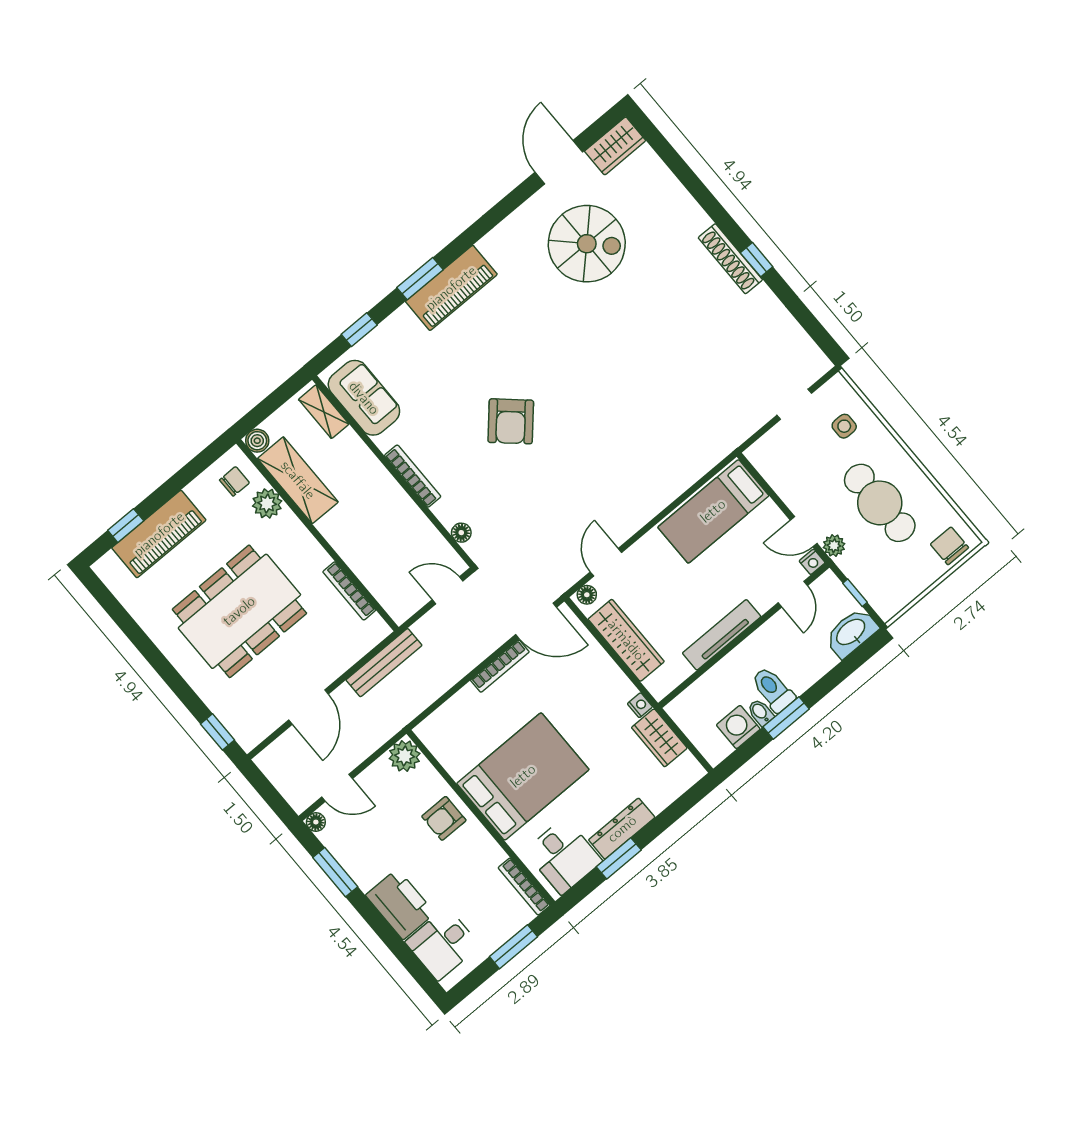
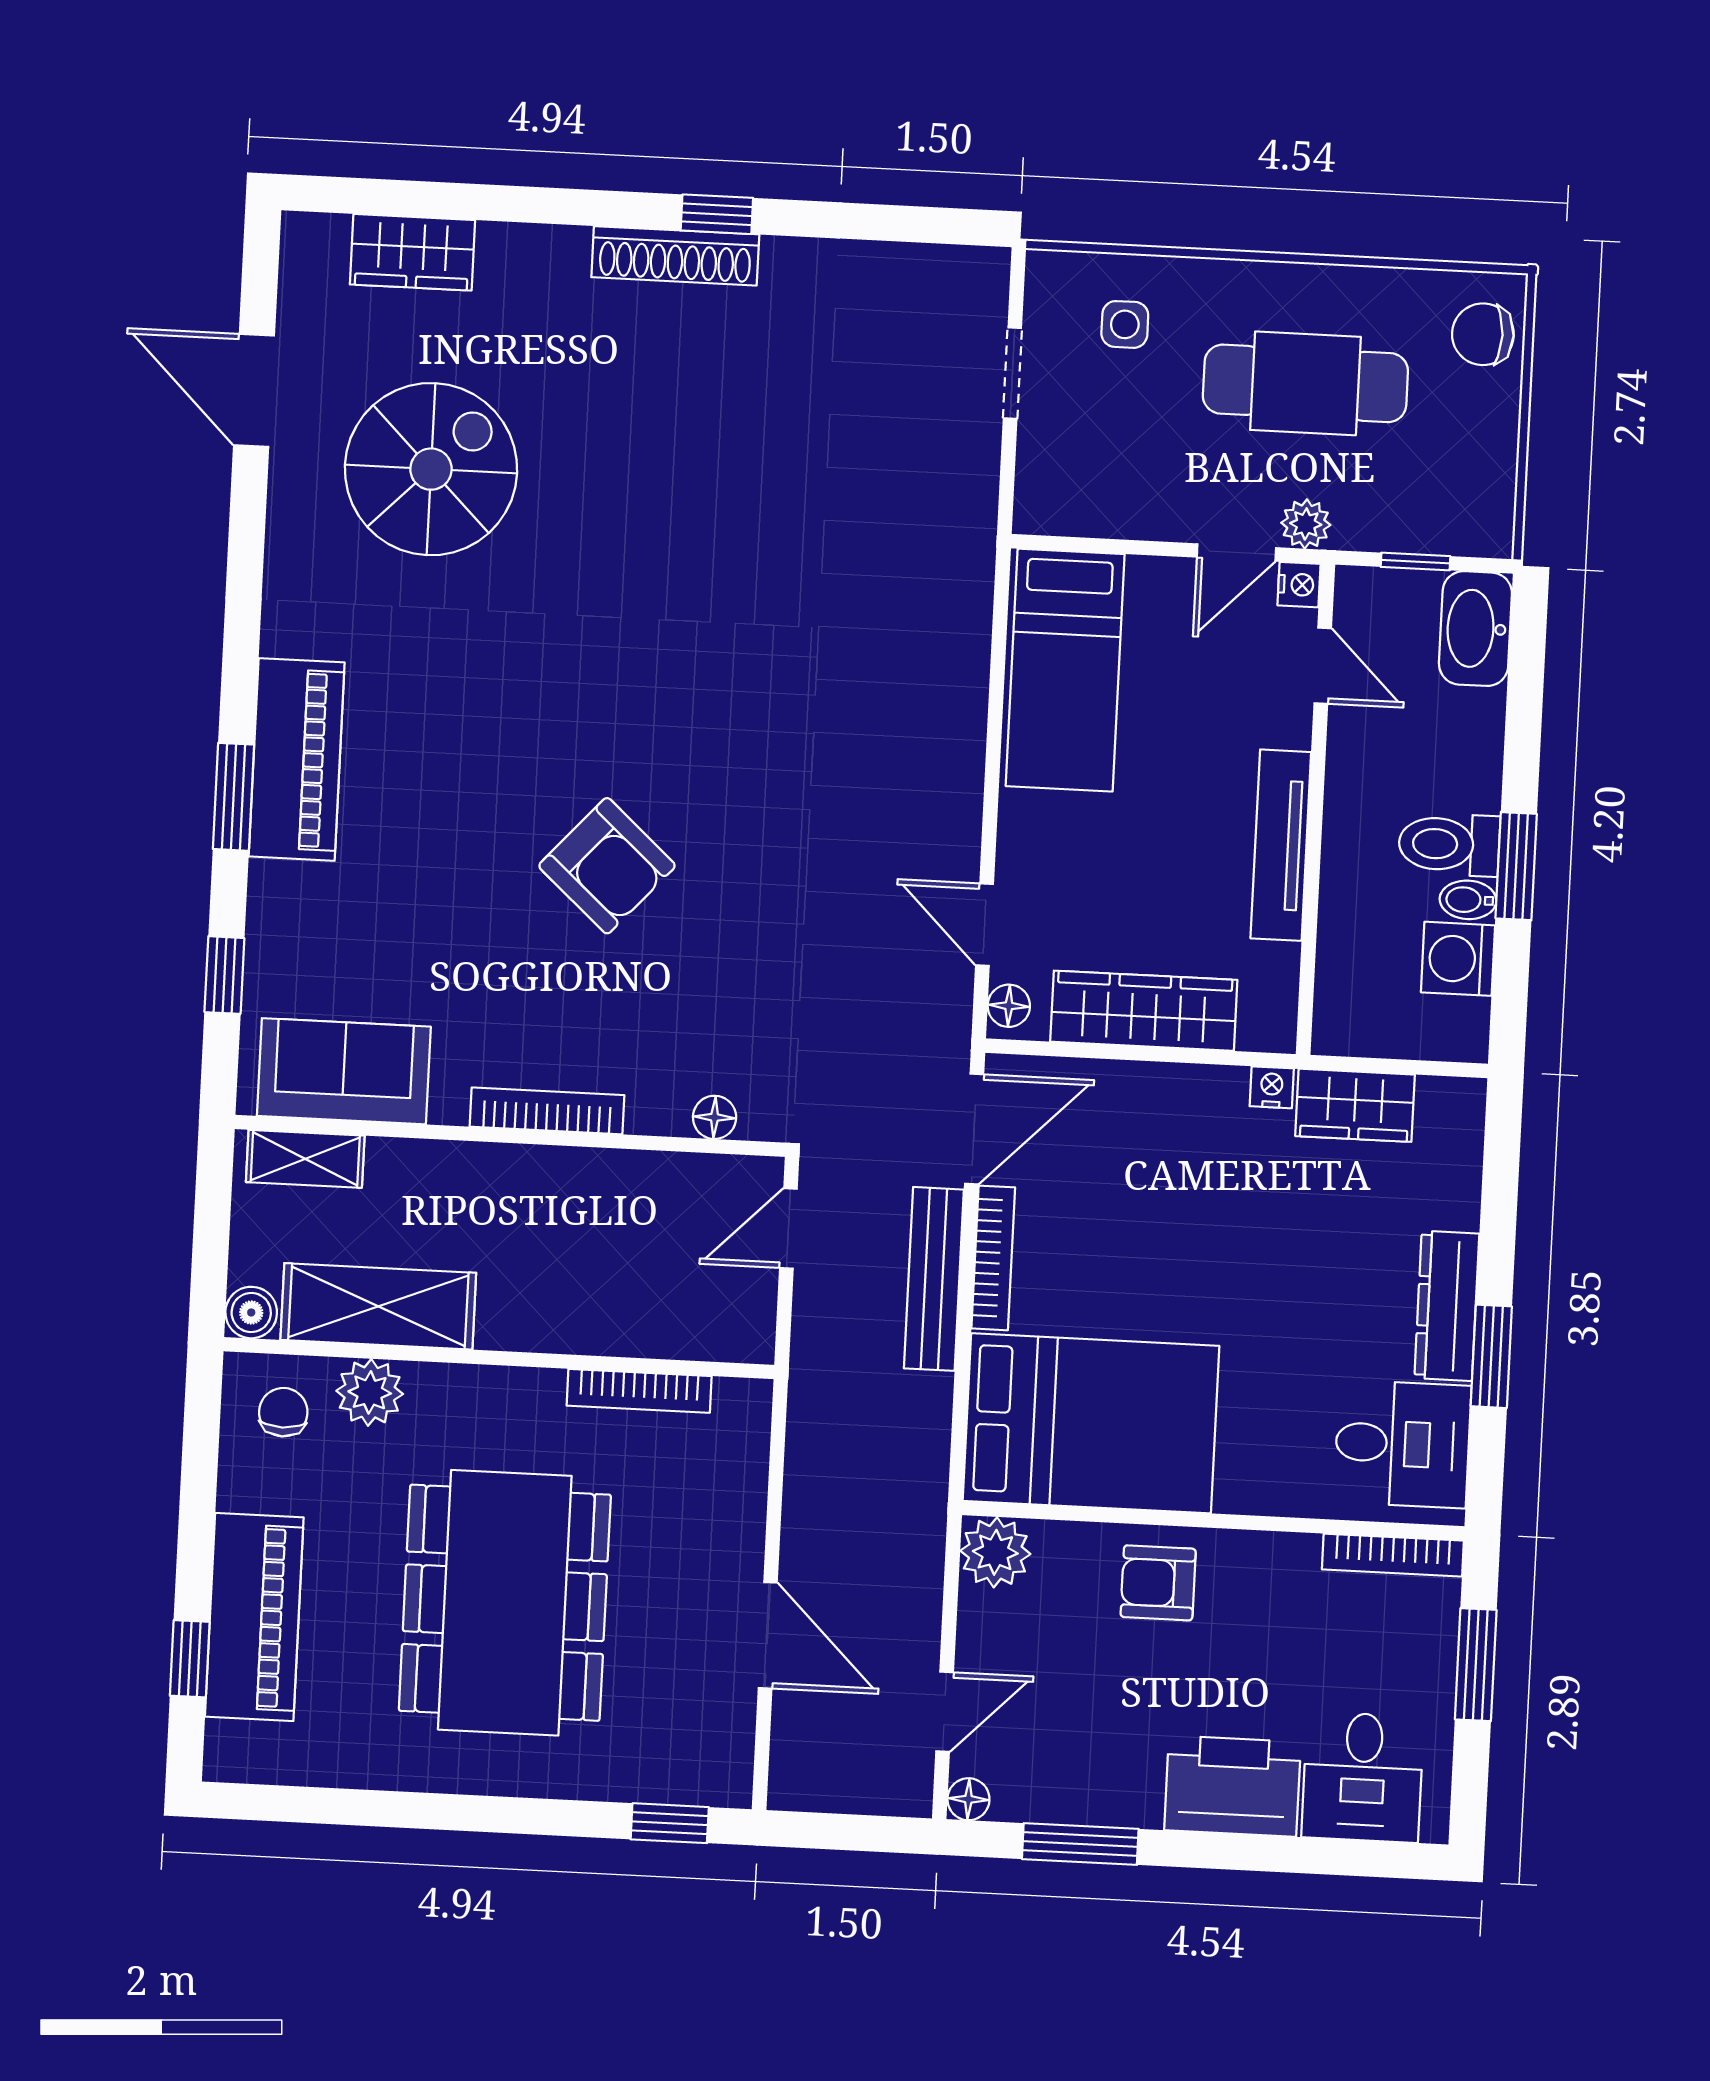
wardrobe: (615, 146) -> (413, 252), moved, turned 90
bench: (384, 663) -> (934, 1279), moved
bed: (523, 776) -> (1091, 1423), moved, turned 90
armchair: (444, 818) -> (1158, 1583), turned 90

